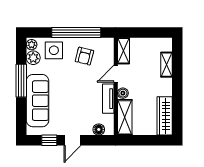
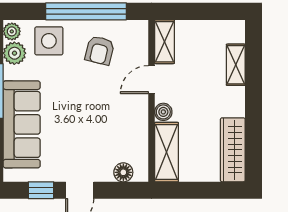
tv unit: (108, 99) -> (139, 121), removed

